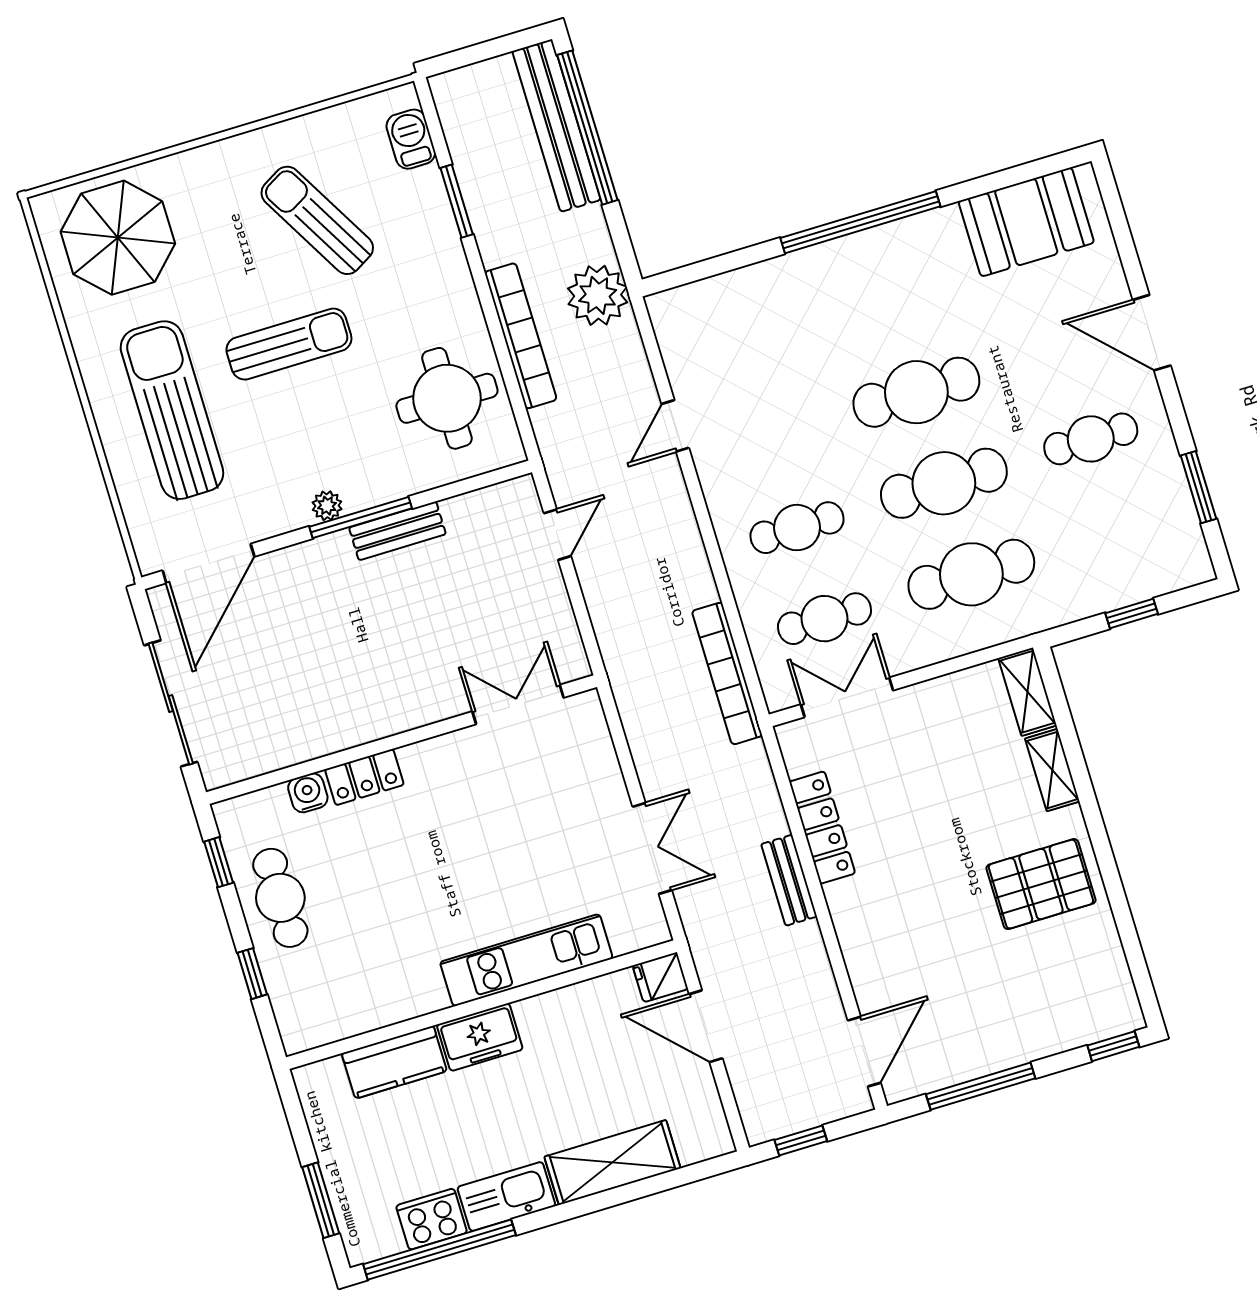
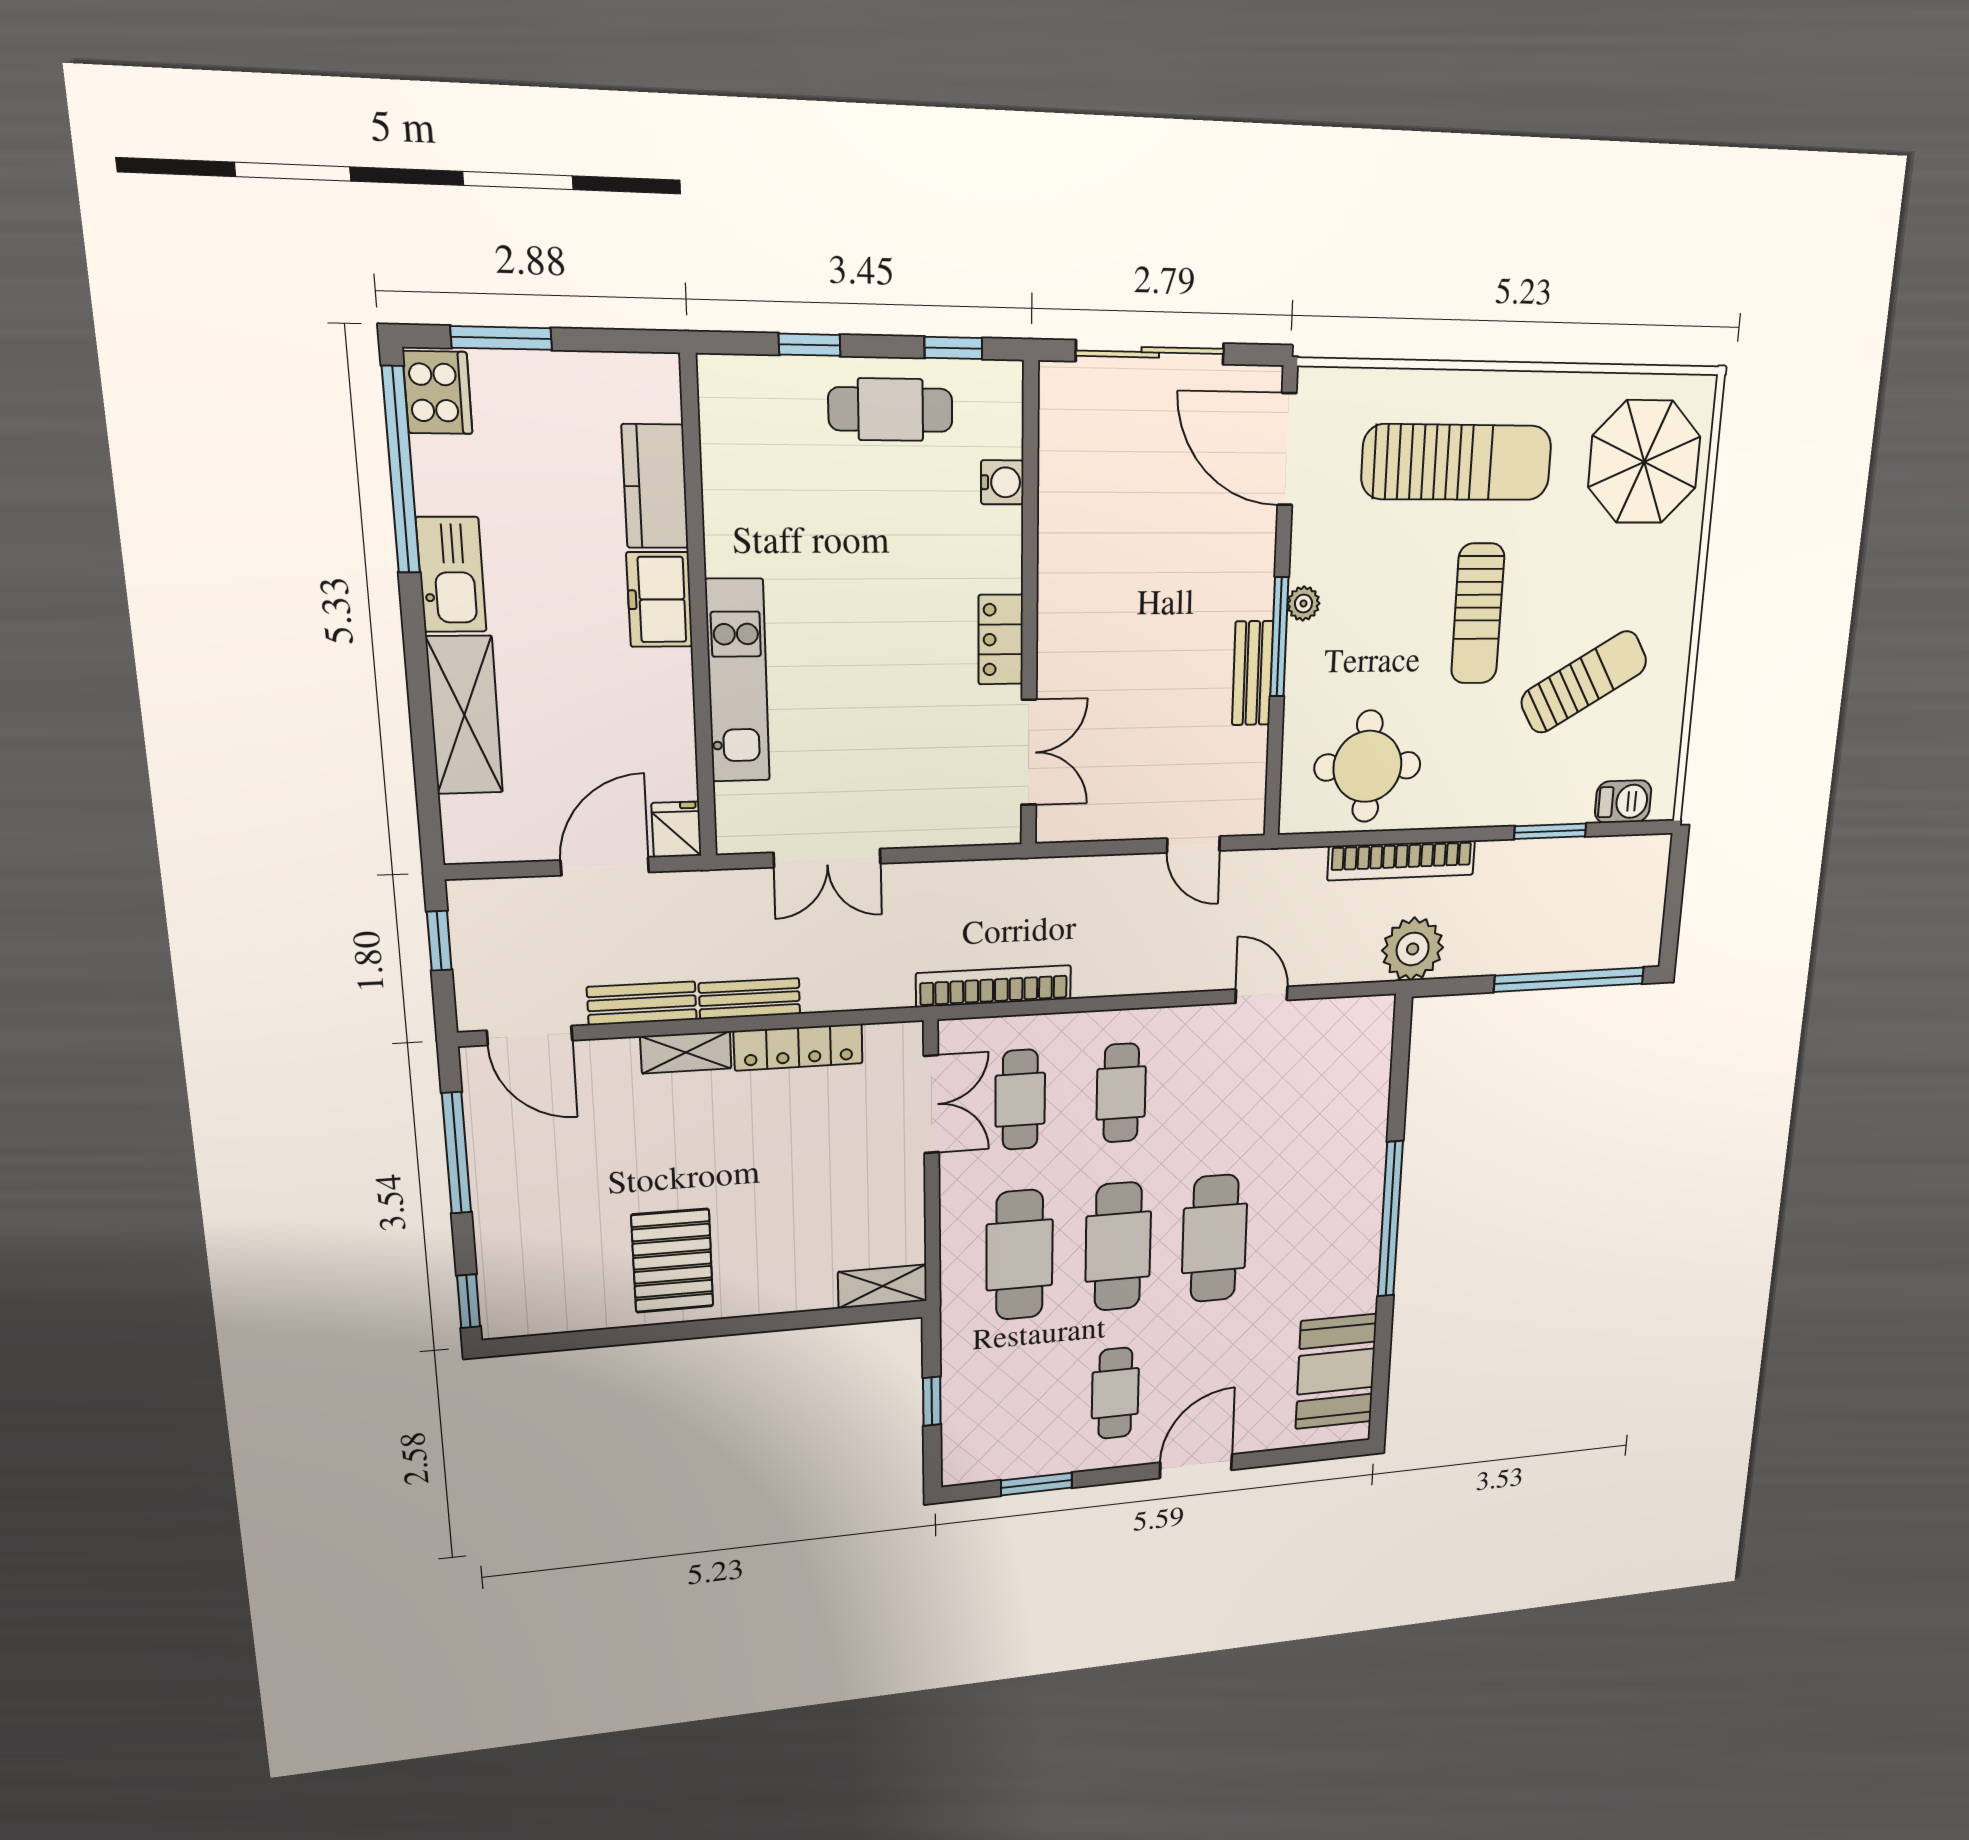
bench: (556, 125) -> (642, 1003), moved, width x0.54, depth x0.82
shelving: (1052, 770) -> (686, 1052), moved
locker: (364, 777) -> (1001, 640), moved
cooker: (432, 1219) -> (438, 393), moved

